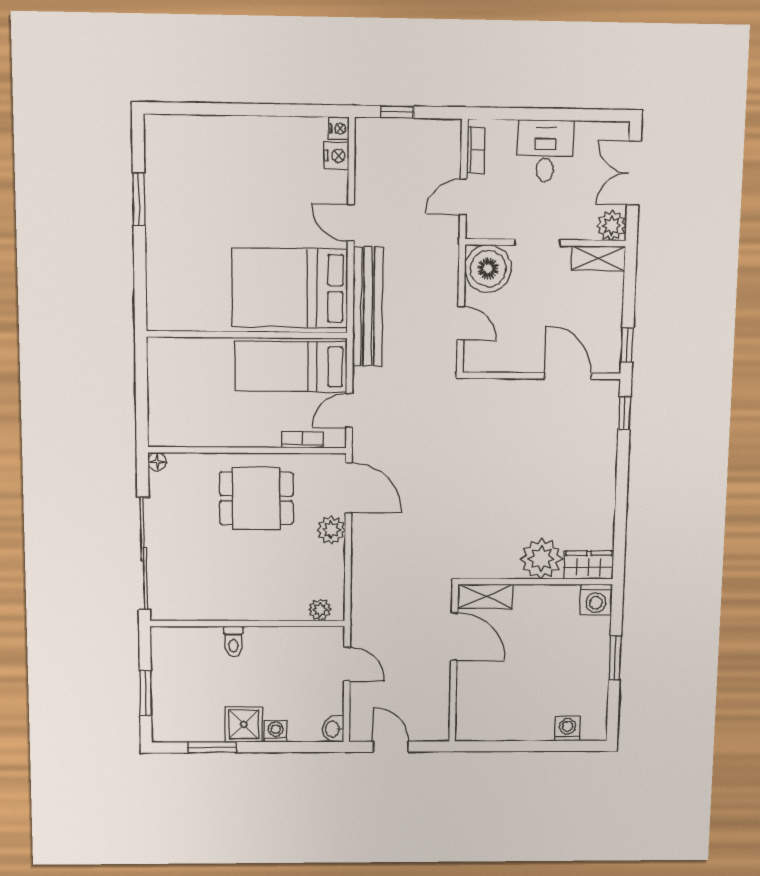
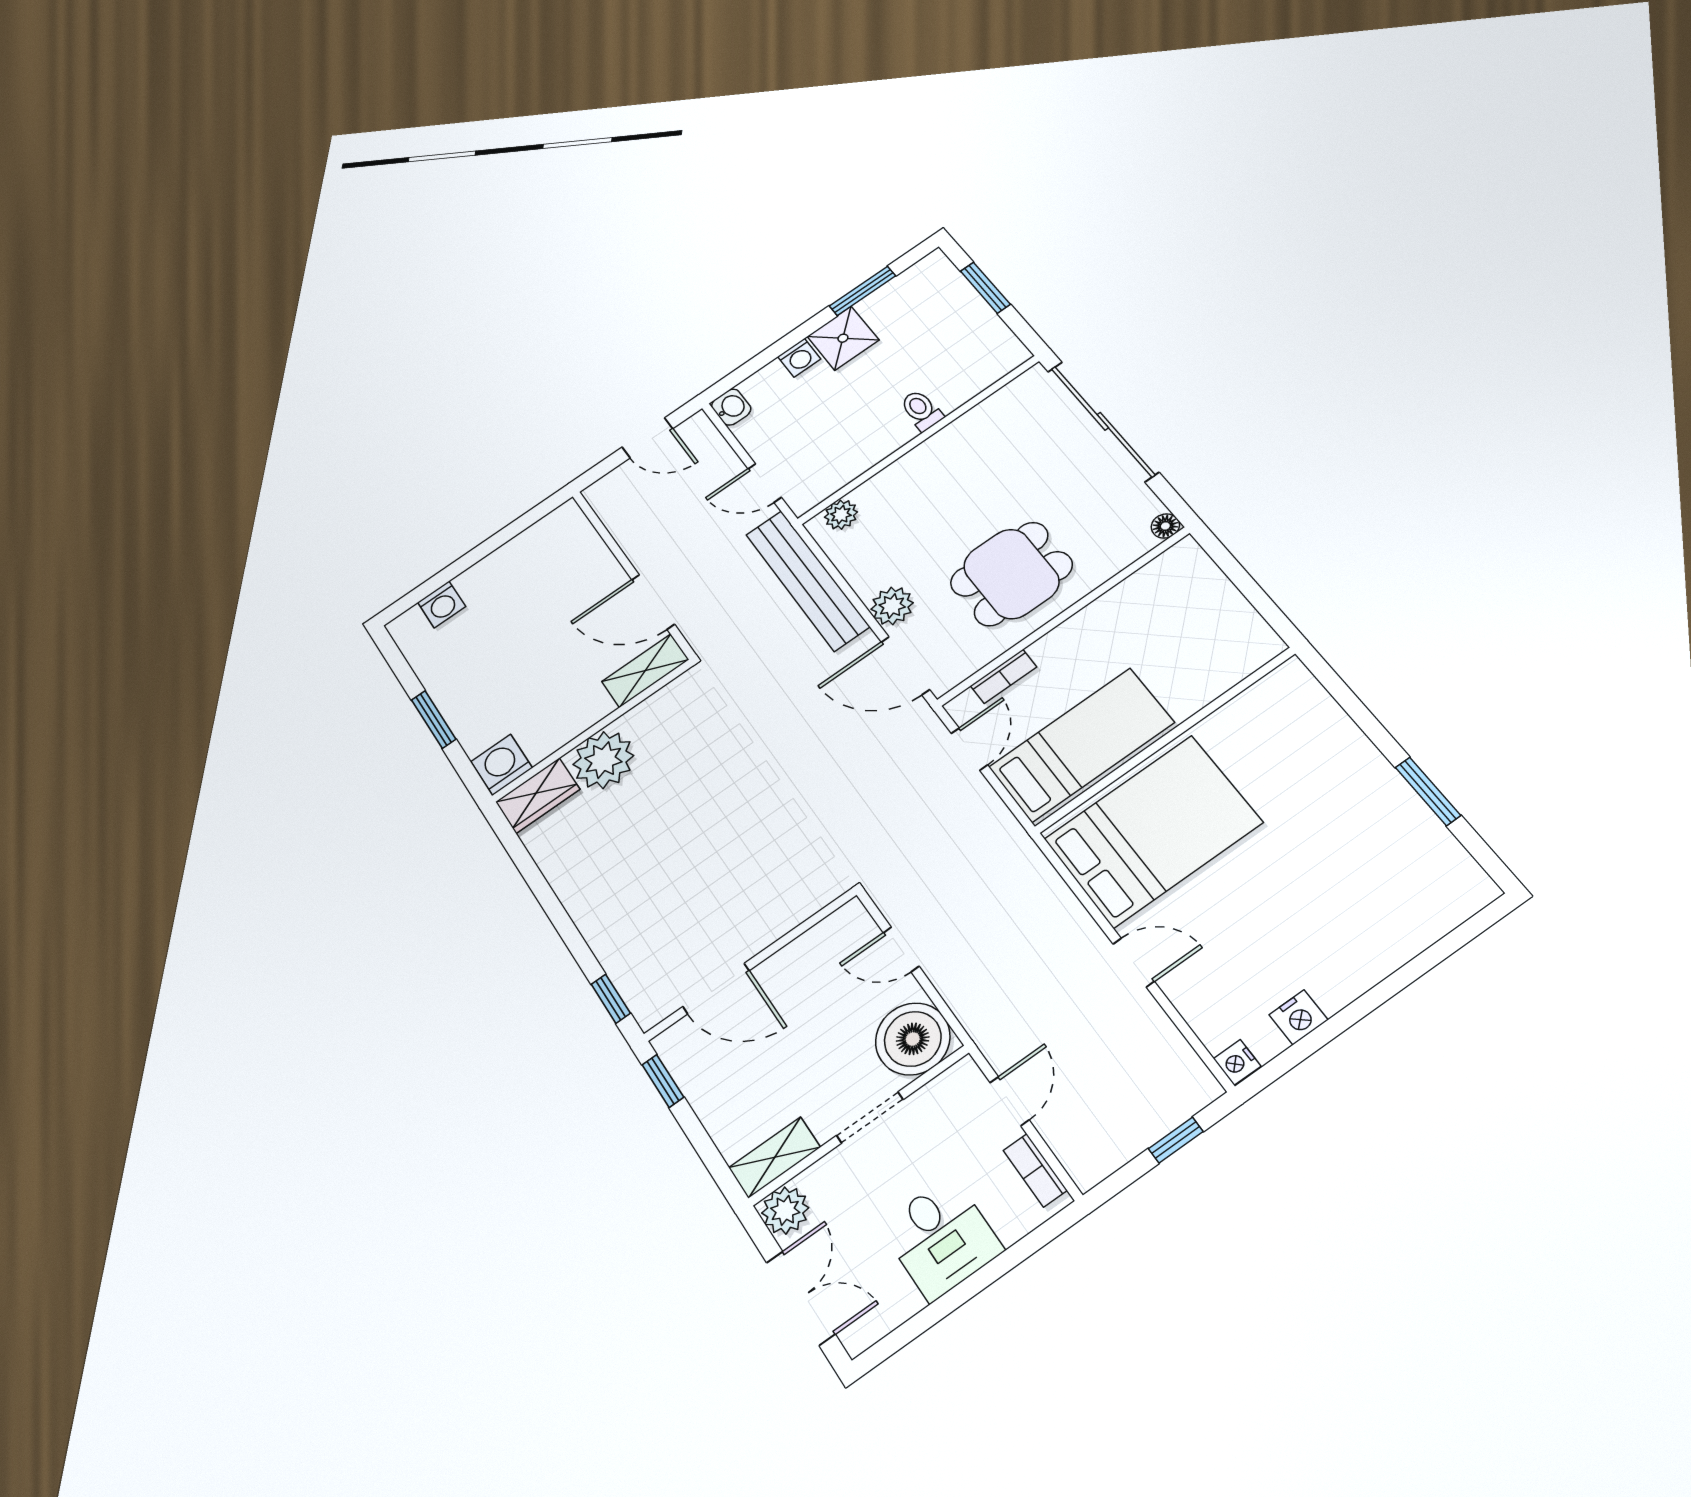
nightstand: (336, 156) -> (1299, 1017), moved, turned -90
bench: (368, 307) -> (807, 580), moved

